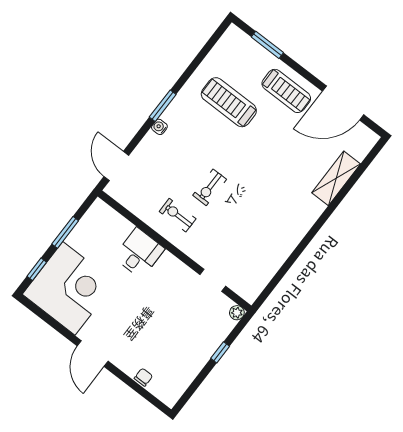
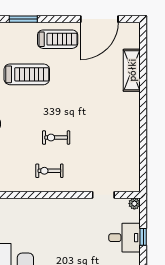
treadmill: (229, 102) -> (27, 74), turned 180
exercise bike: (210, 187) -> (56, 138), turned 90
desk: (139, 253) -> (125, 238), moved, turned 90

